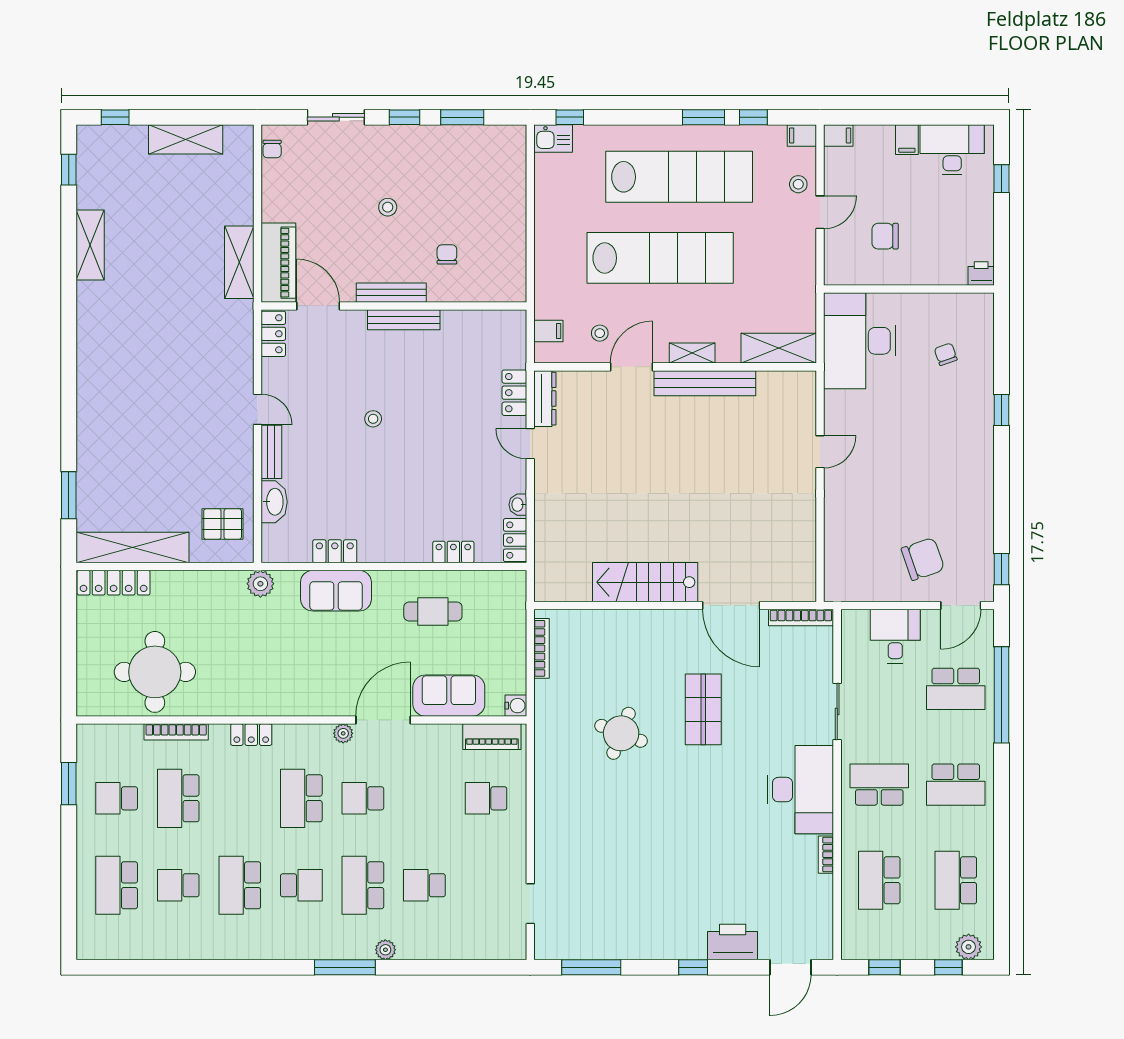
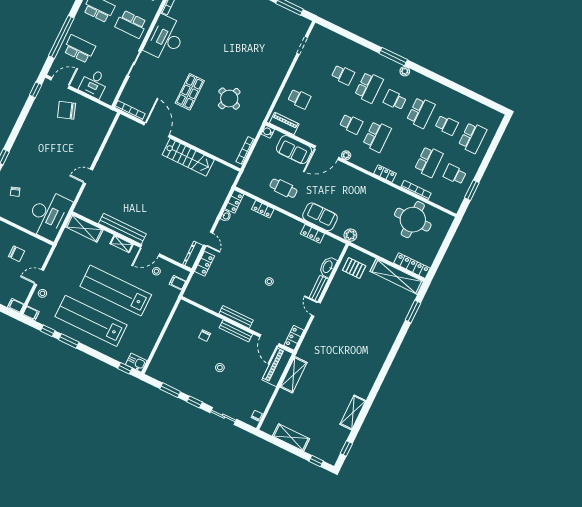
school desk: (117, 798) -> (455, 174), turned 180
plant: (385, 950) -> (405, 71), moved

